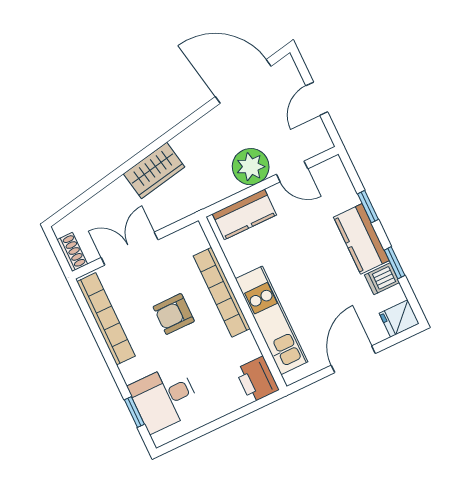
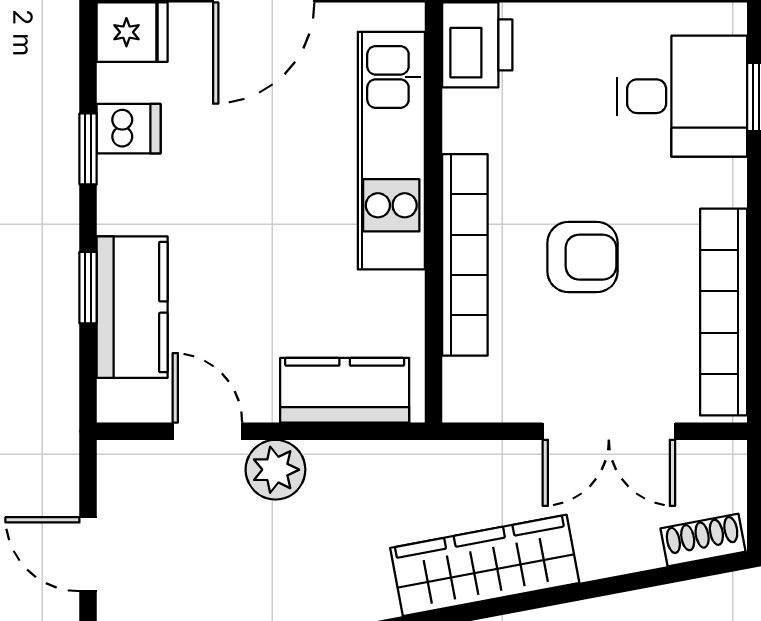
door: (317, 99) -> (88, 554), swing flipped
plant: (251, 167) -> (275, 470), width x0.73, depth x0.73
wardrobe: (154, 170) -> (485, 565), width x1.50
kitchen counter: (361, 239) -> (132, 307), moved
shoe rack: (72, 252) -> (703, 540), moved, turned 79

